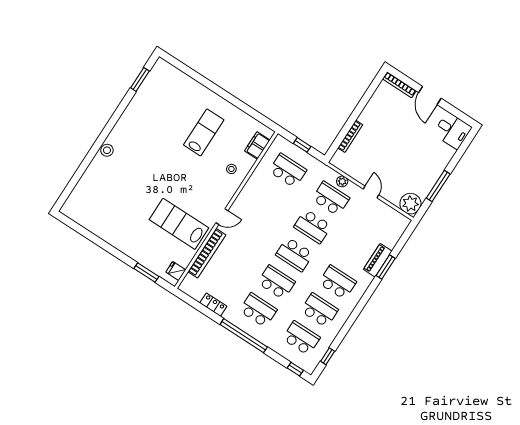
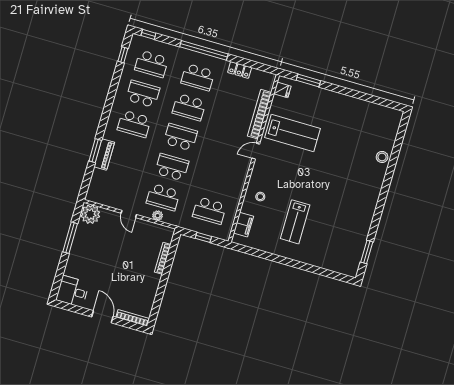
stool: (107, 150) -> (382, 157), moved
school desk: (319, 310) -> (143, 94), turned 180

